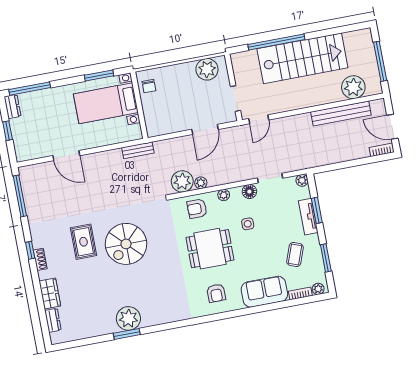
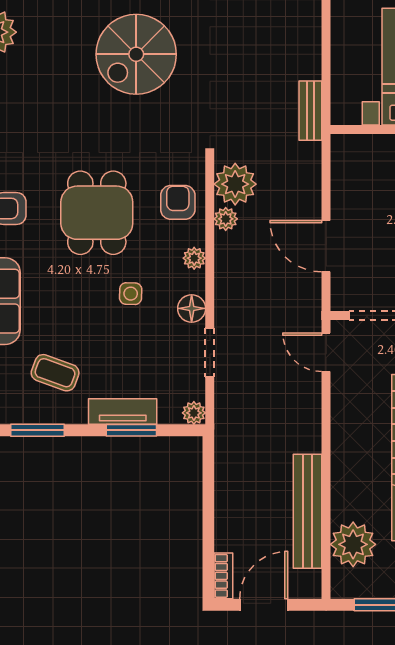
spiral stairs: (126, 244) -> (136, 54), turned -90

